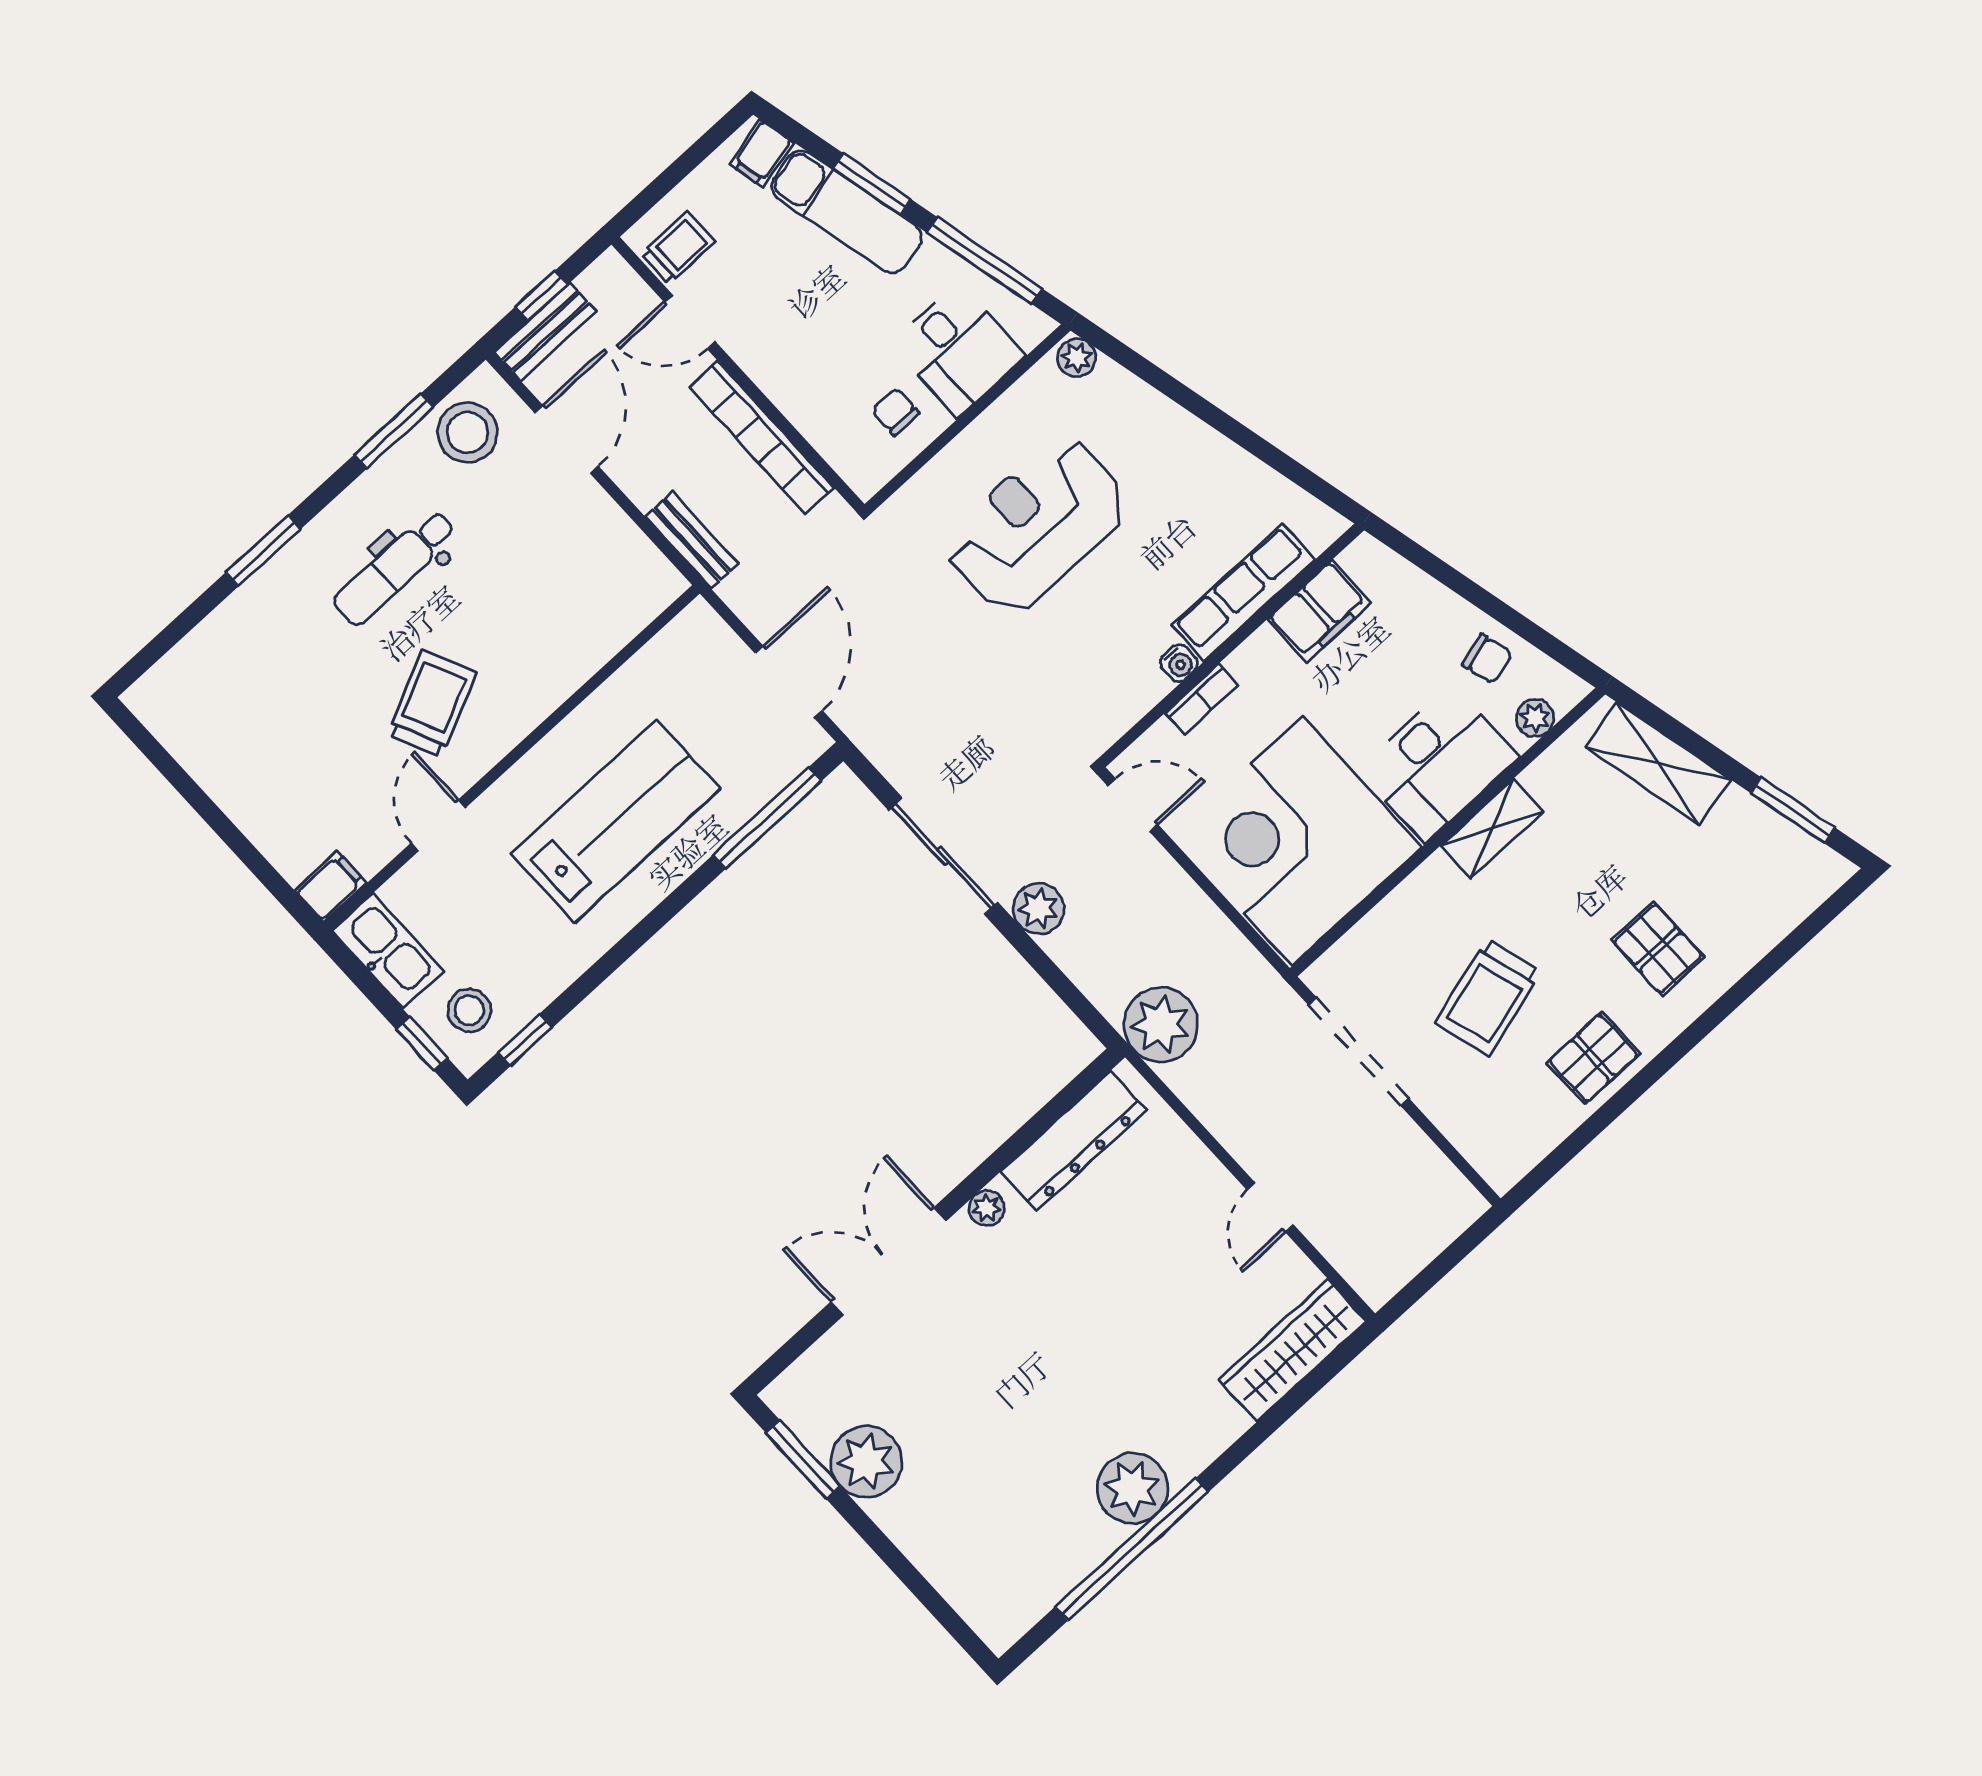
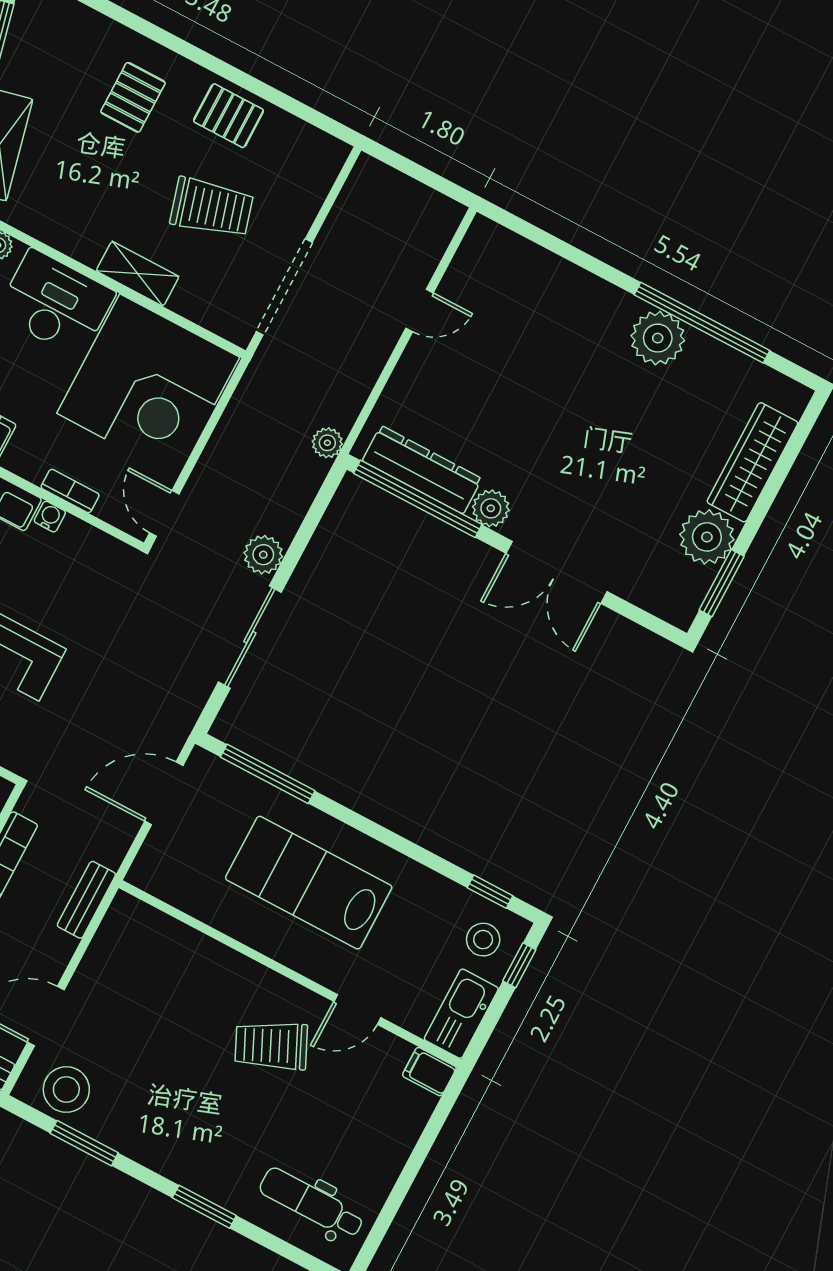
dental chair: (395, 568) -> (312, 1203), moved, turned 180
shelving: (1492, 829) -> (138, 274), moved
plant: (1161, 1025) -> (327, 443), width x0.53, depth x0.53
window: (1040, 1123) -> (418, 499), added
plant: (987, 1208) -> (491, 508), width x1.38, depth x1.38
wardrobe: (1292, 1350) -> (752, 462), moved, turned 90

